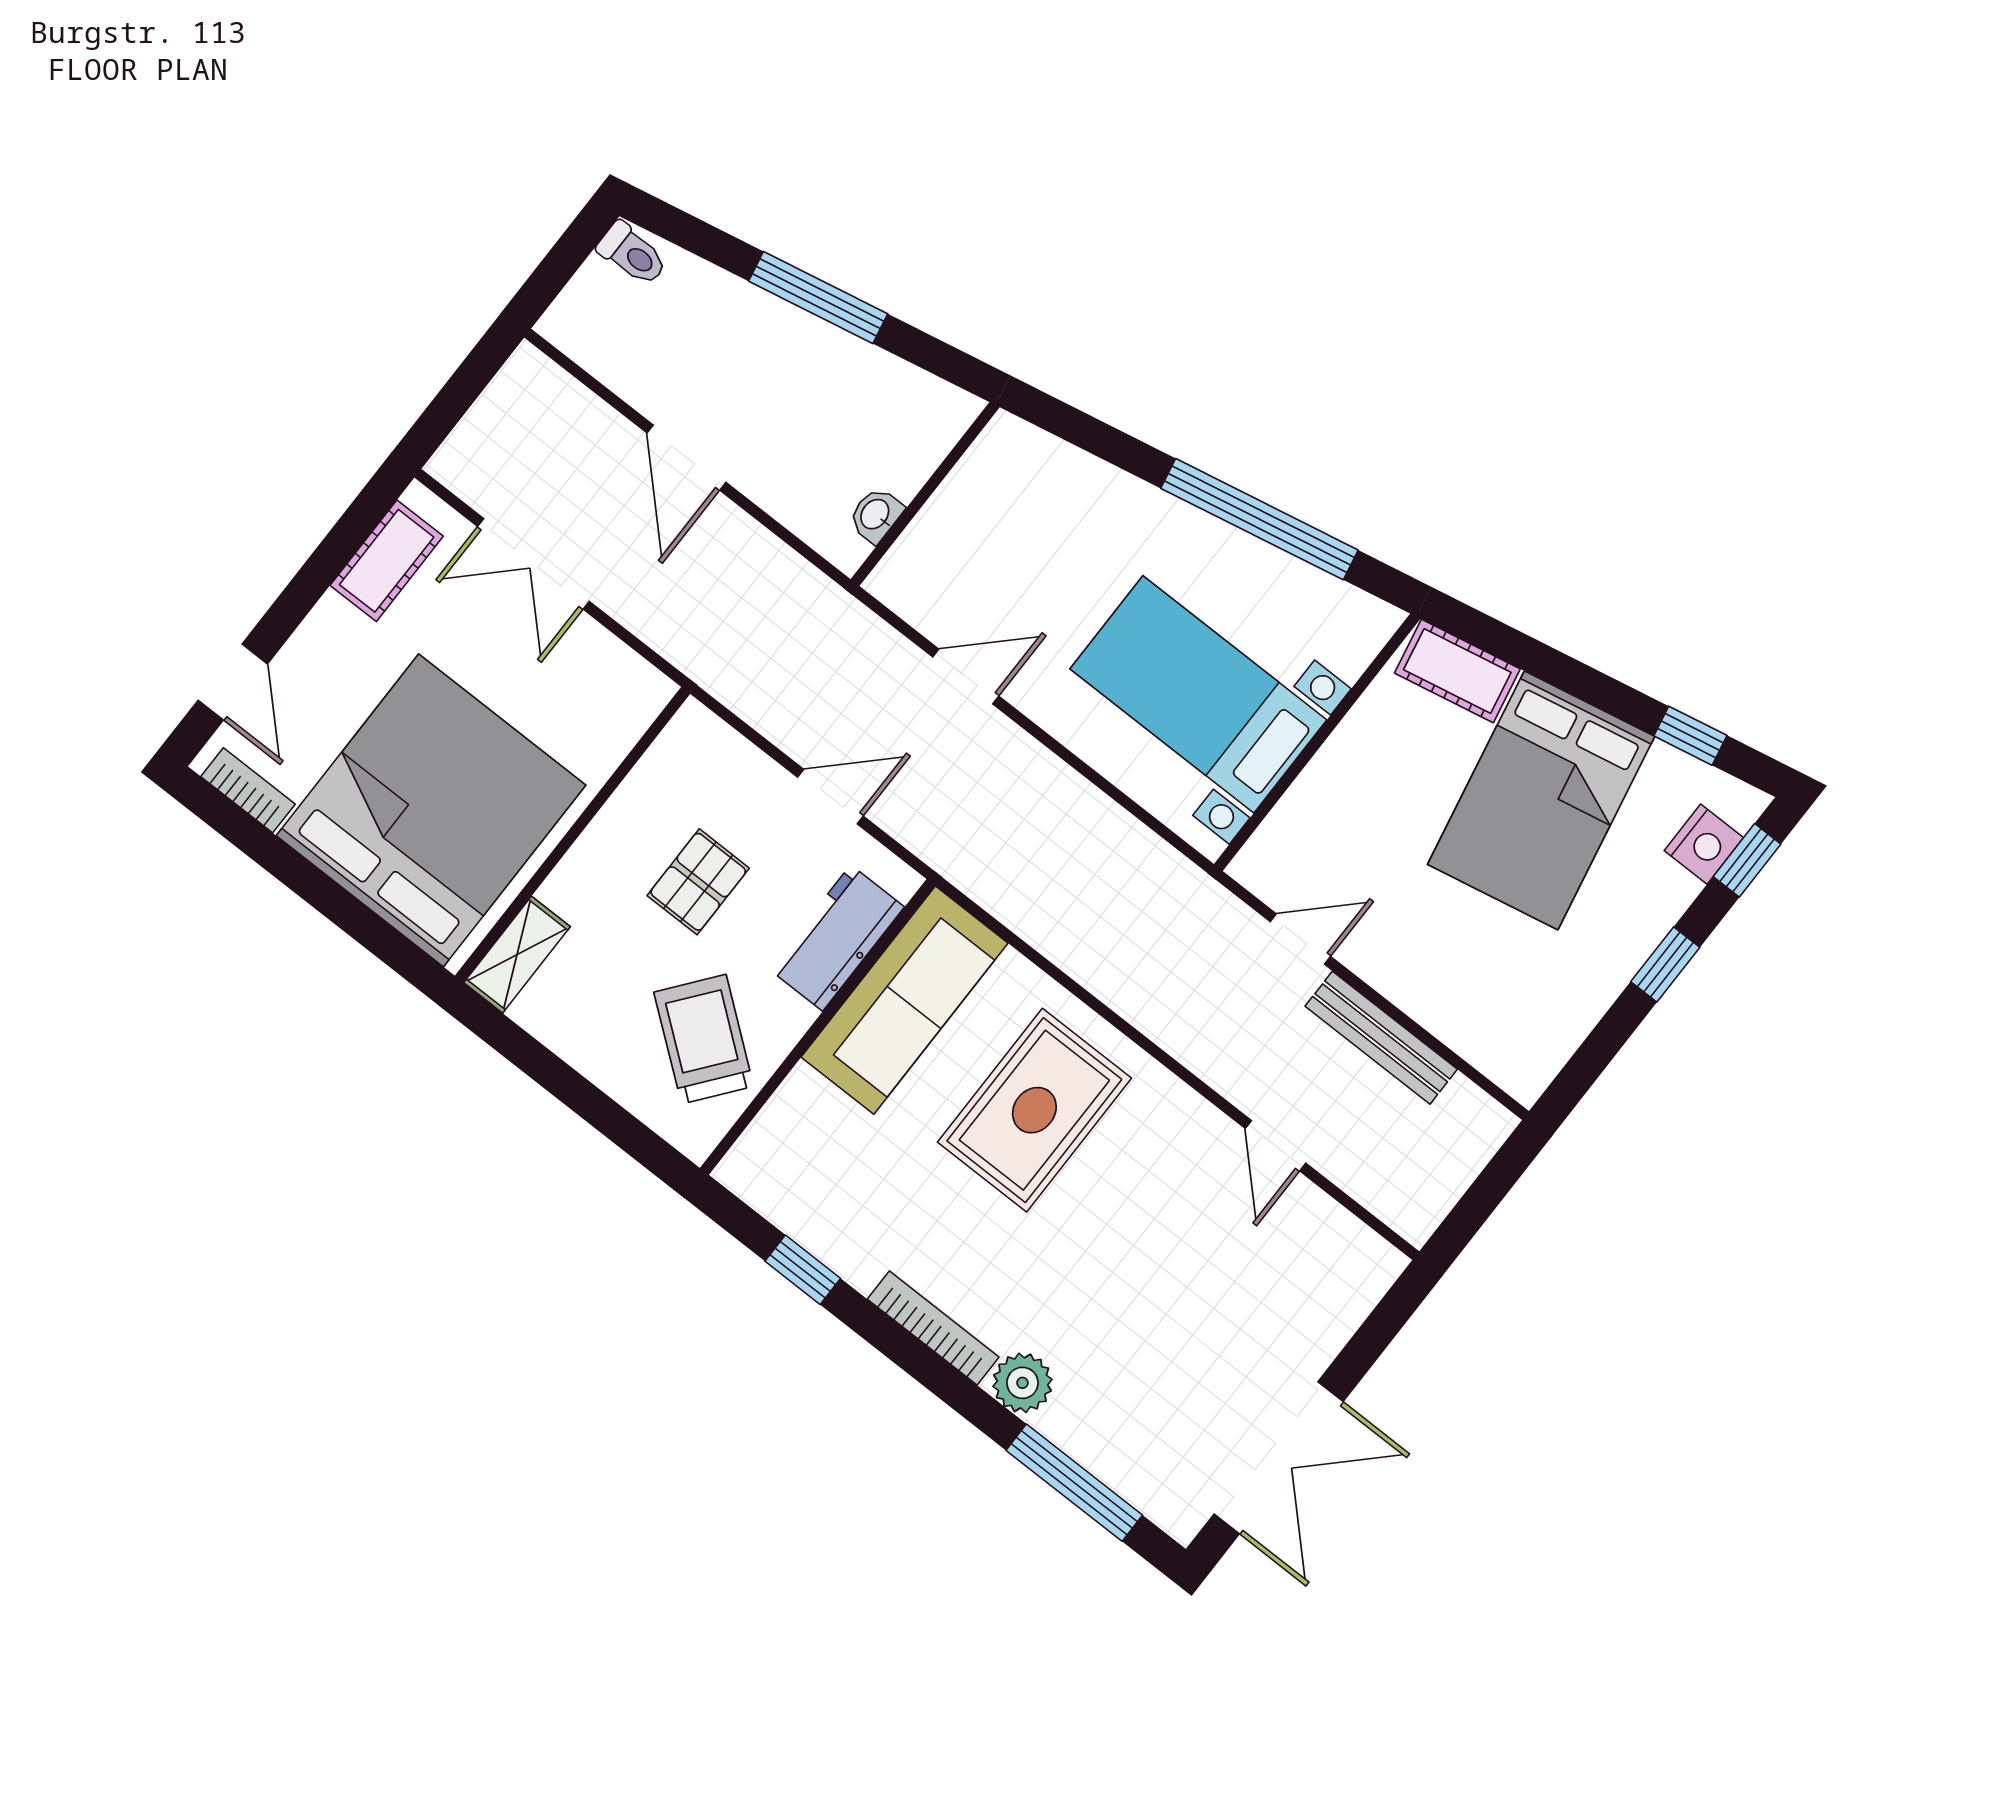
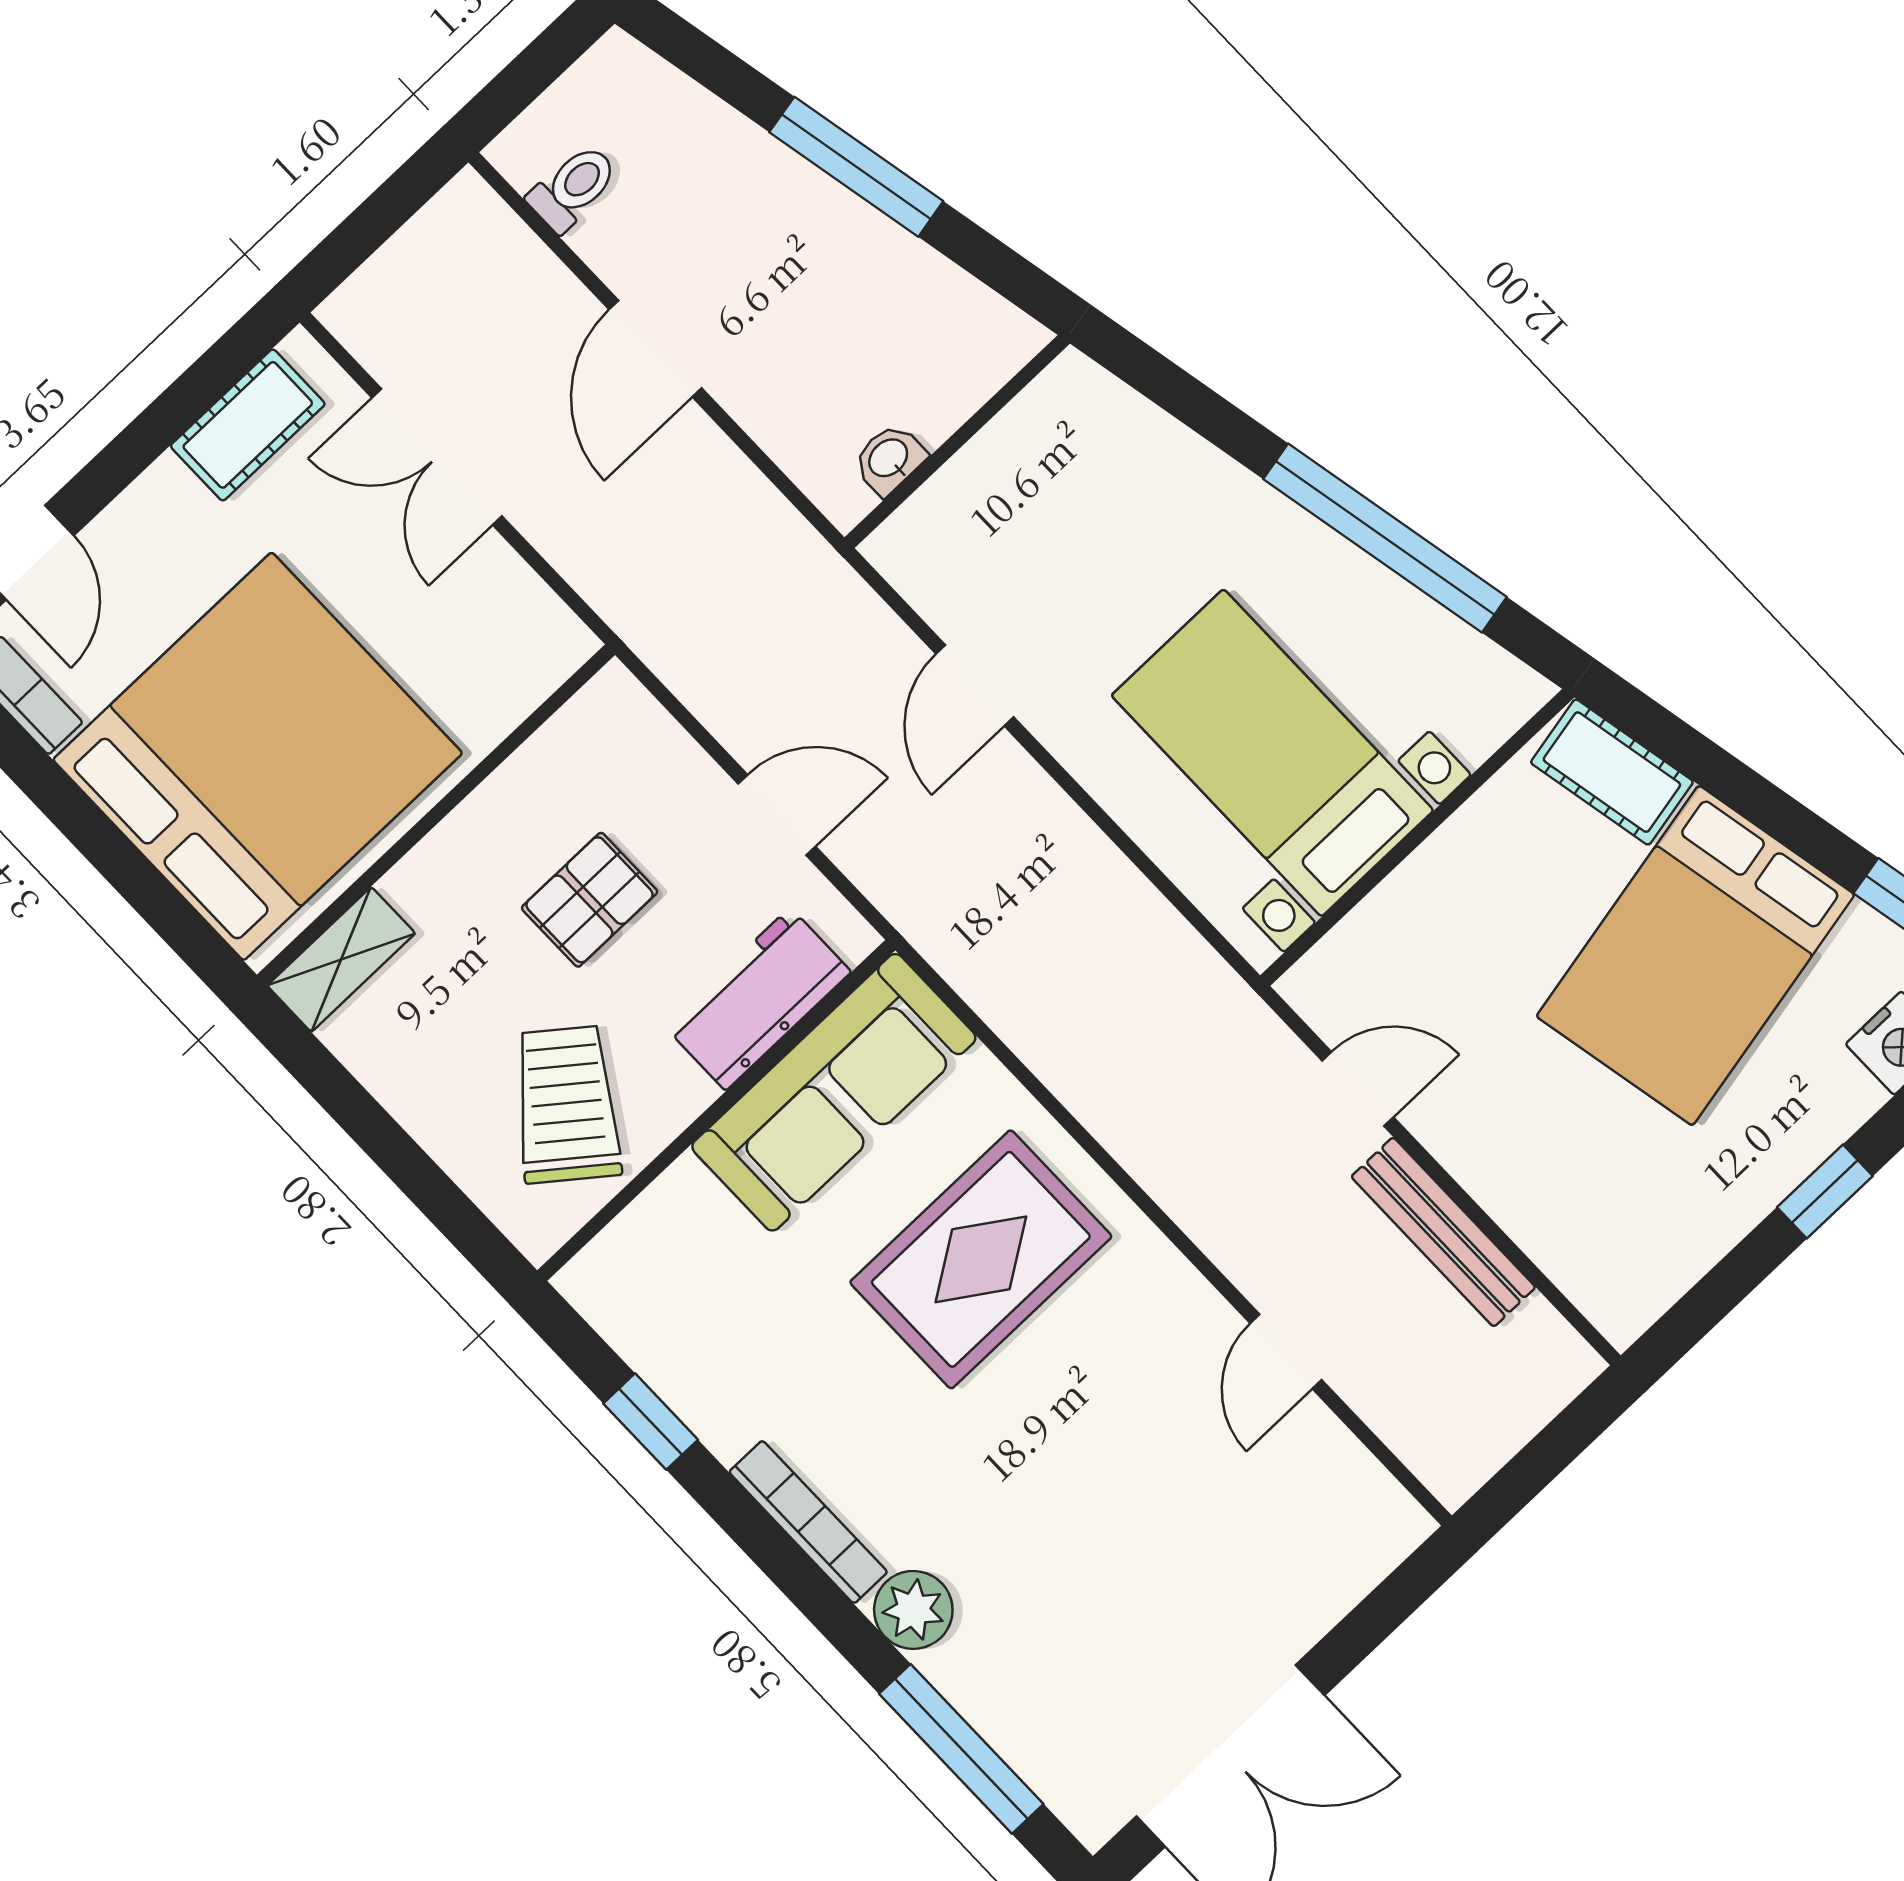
toilet: (632, 254) -> (573, 188), moved, turned -90
door: (966, 677) -> (975, 685), swing flipped

